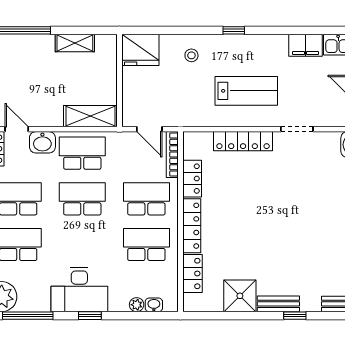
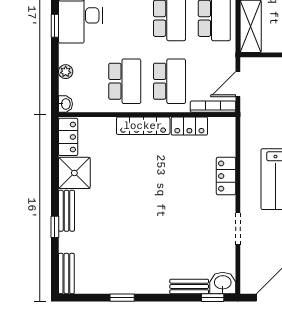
locker: (243, 141) -> (226, 176), width x0.66
locker: (192, 273) -> (68, 137), moved, turned -90
washbasin: (154, 305) -> (65, 104), moved

